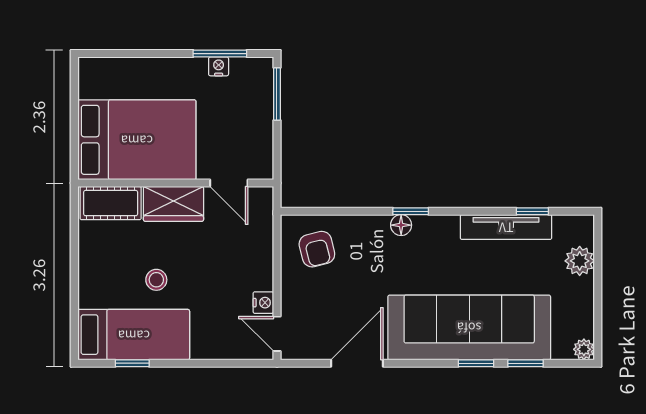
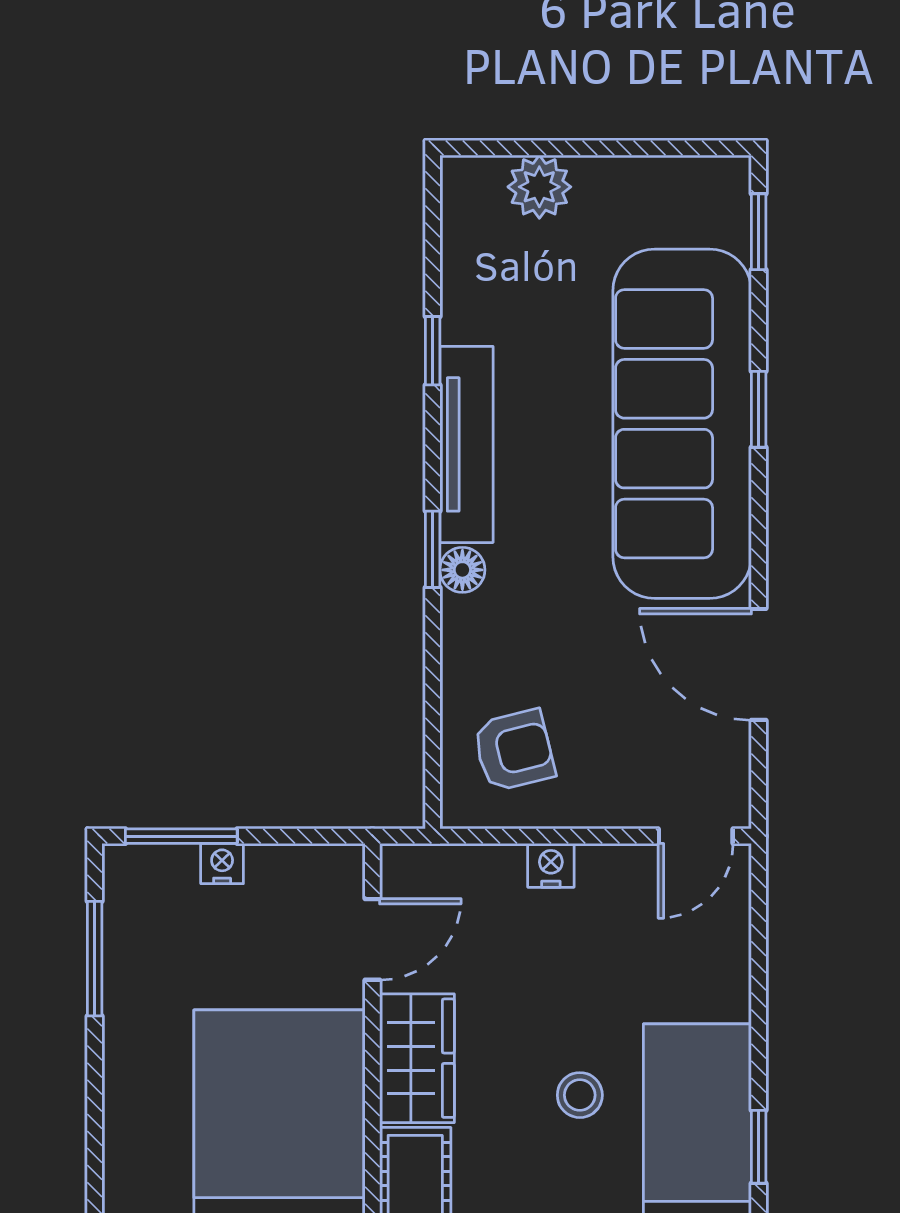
nightstand: (219, 66) -> (222, 864), moved, turned 90
window: (532, 211) -> (433, 351), moved
tv unit: (506, 227) -> (466, 444), moved
nightstand: (263, 303) -> (551, 865), moved
plant: (584, 349) -> (729, 178), removed
window: (526, 363) -> (759, 232), moved

